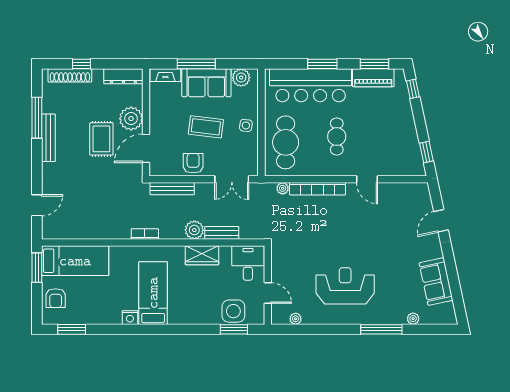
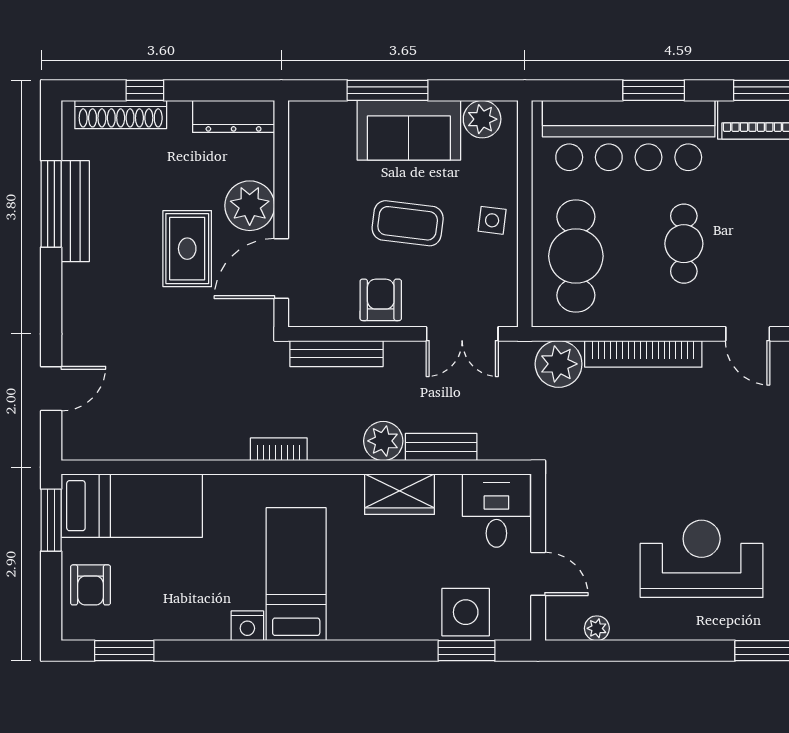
fireplace: (165, 75) -> (322, 114), removed
bench: (48, 138) -> (75, 211), moved
plant: (283, 188) -> (559, 364), width x1.88, depth x1.88

